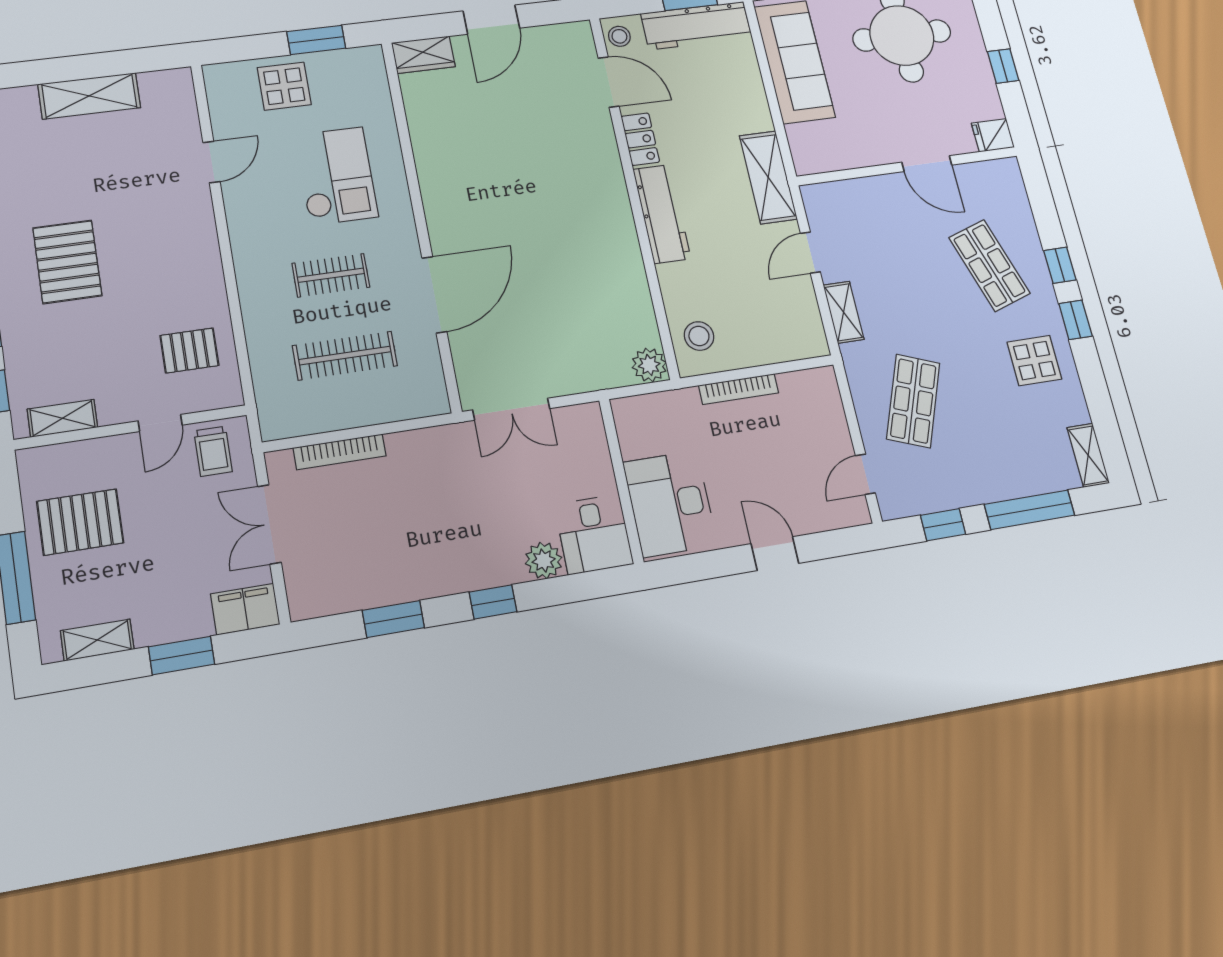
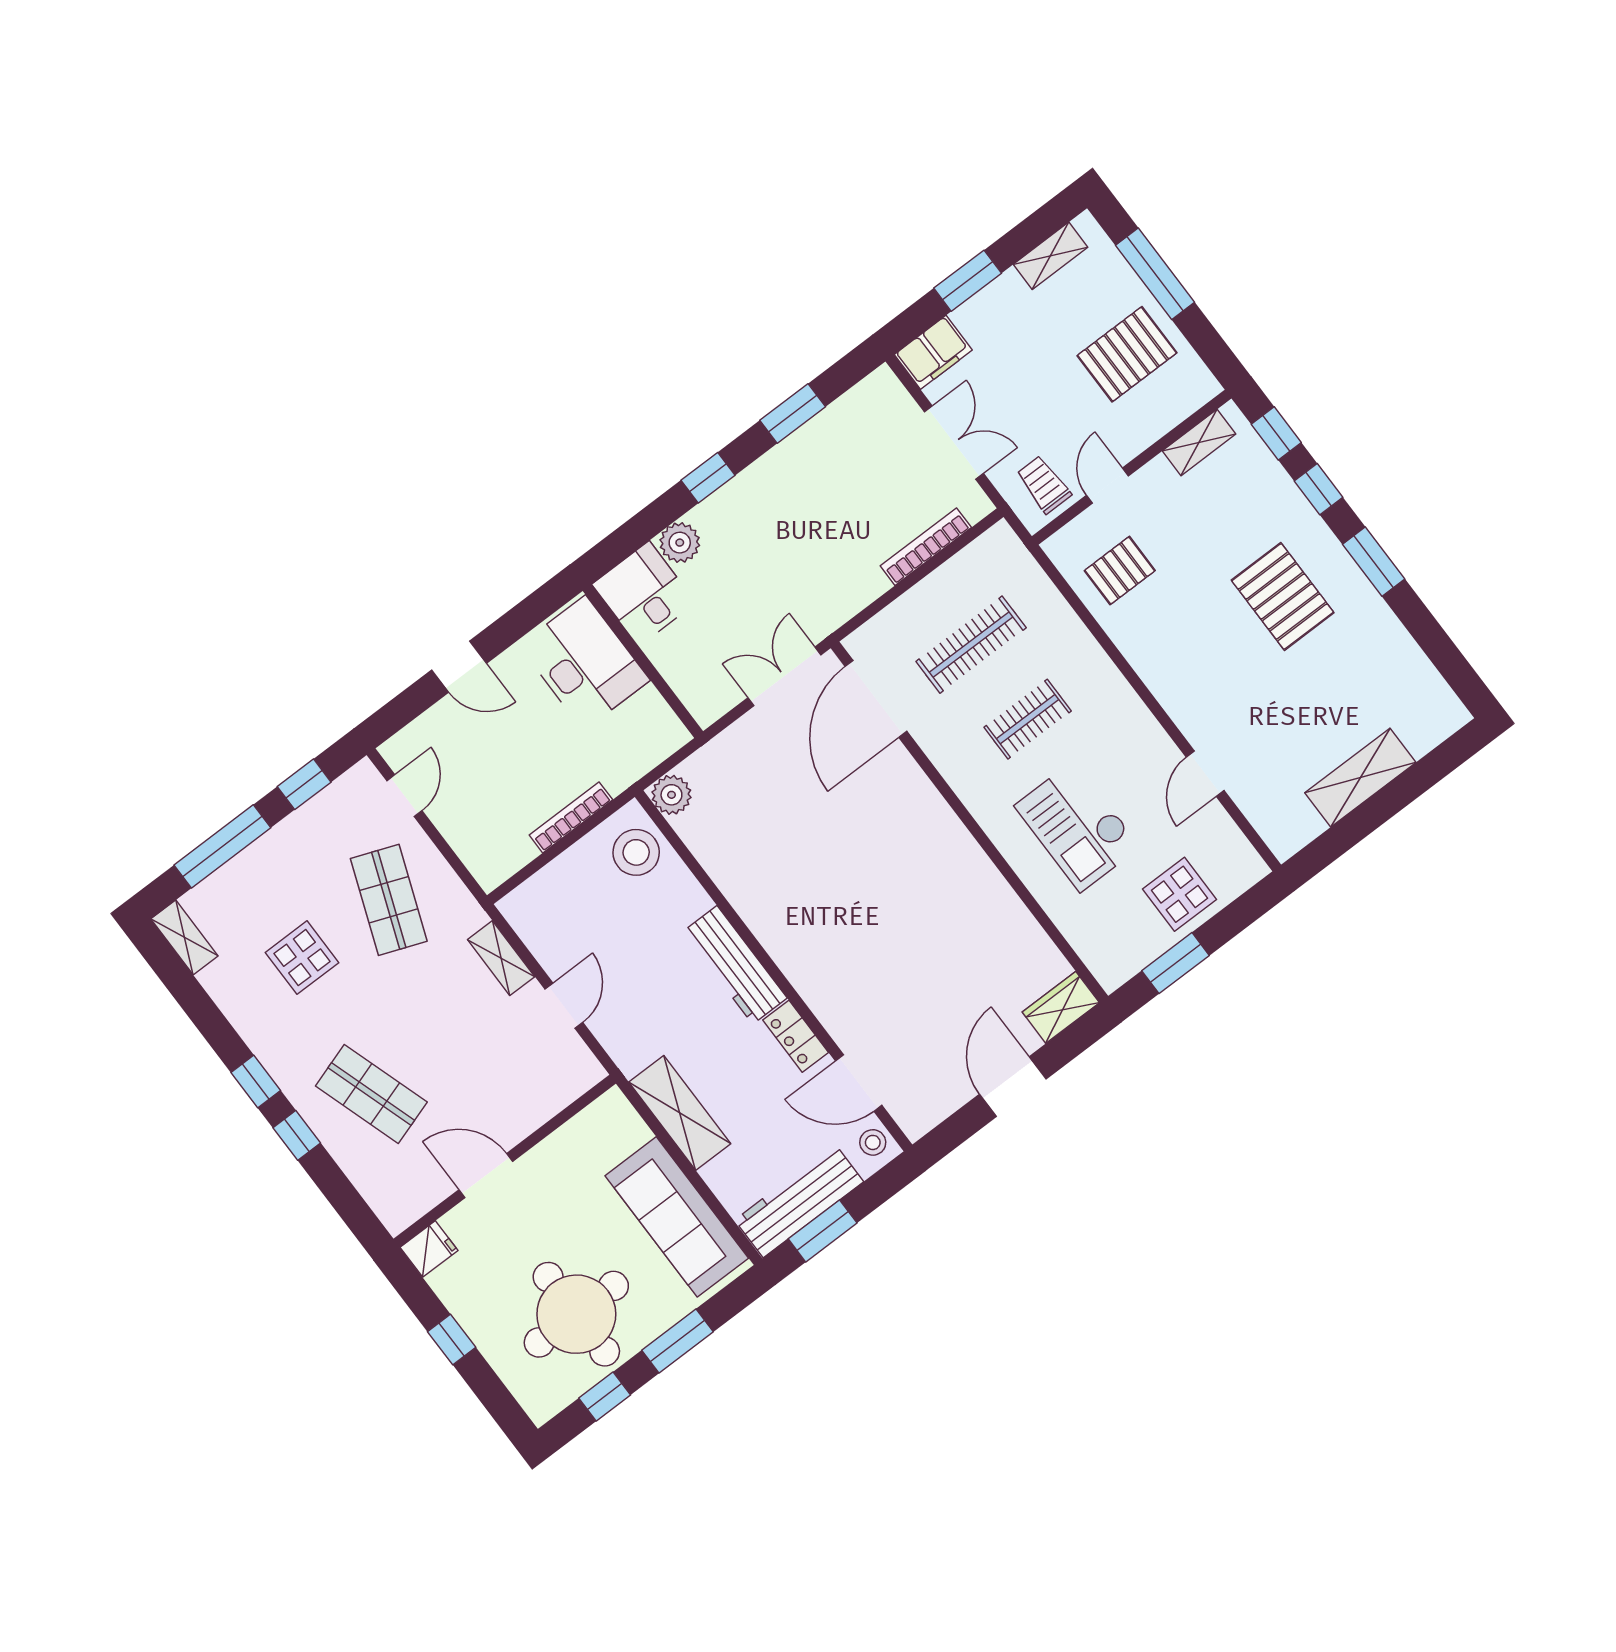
shelving: (768, 177) -> (680, 1113), moved
door: (434, 295) -> (876, 699), moved
stool: (699, 336) -> (636, 852), width x1.38, depth x1.38
display table: (1034, 361) -> (302, 958), moved

